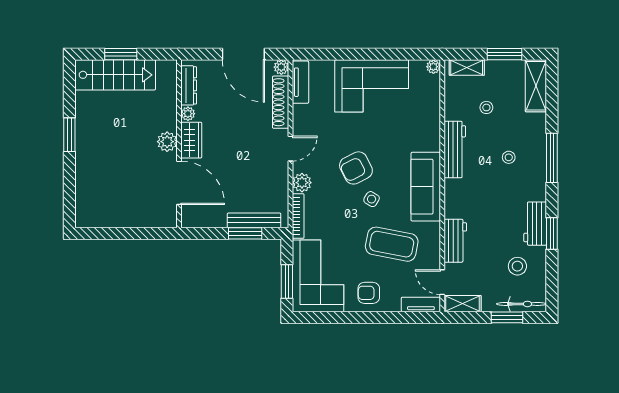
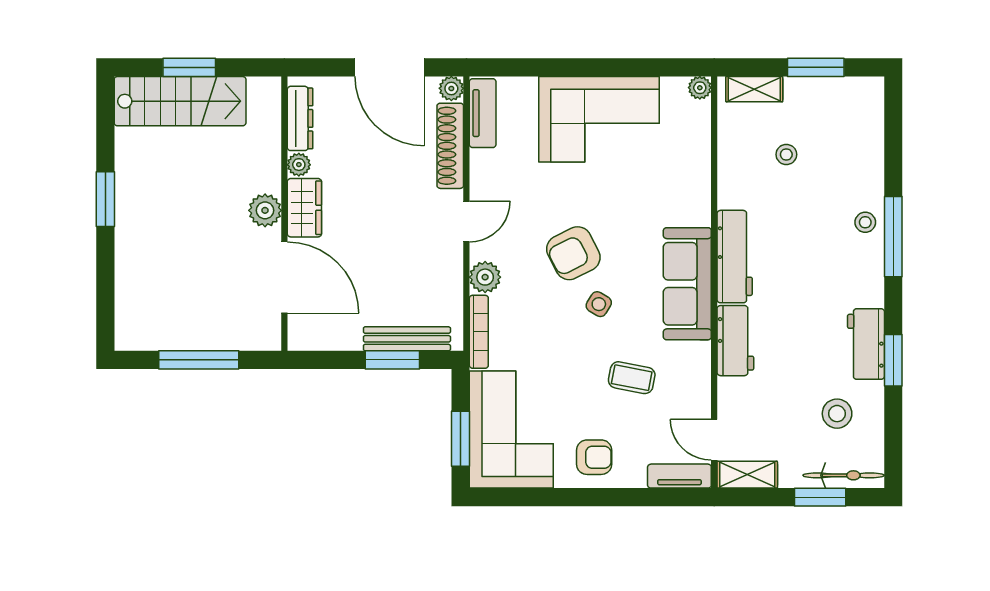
shelving: (536, 86) -> (867, 119), removed
workbench: (455, 150) -> (735, 257), moved
stool: (509, 157) -> (865, 222), moved
window: (127, 233) -> (199, 360), added
workbench: (455, 241) -> (735, 341), moved
coffee table: (392, 244) -> (632, 378), width x0.54, depth x0.58
armchair: (369, 293) -> (594, 457), turned 180

